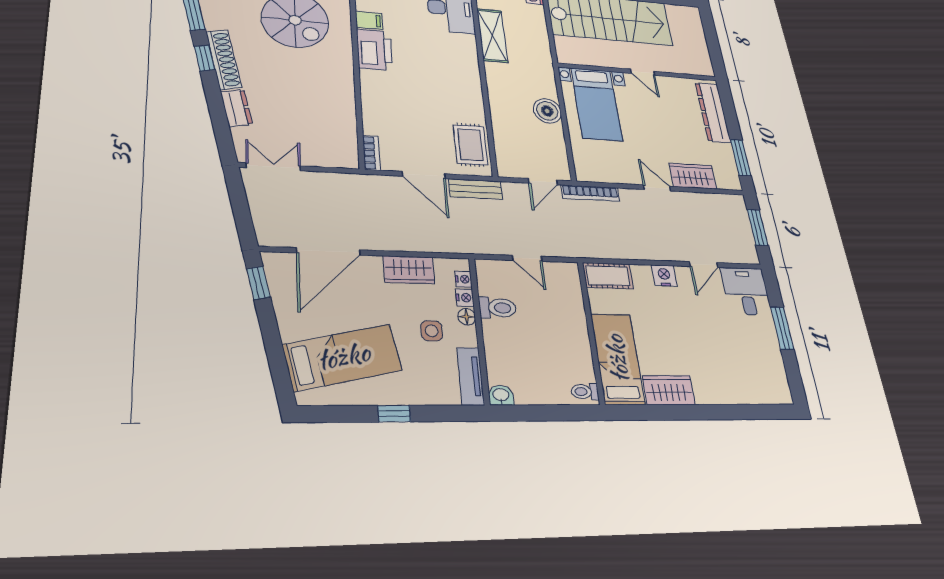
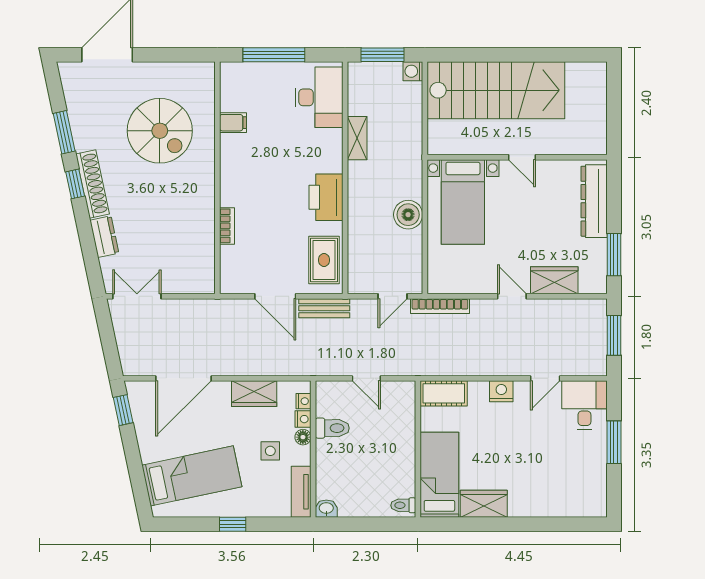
shelving: (492, 35) -> (357, 138), width x0.67, depth x0.75
printer: (374, 50) -> (326, 197), moved, turned 180
bookcase: (371, 153) -> (227, 226), moved

